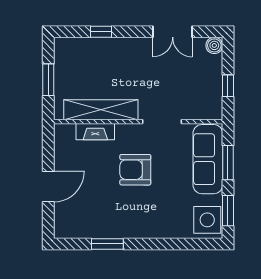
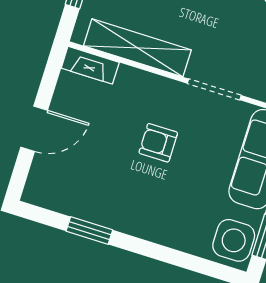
fireplace: (95, 132) -> (90, 65), moved
armchair: (135, 170) -> (158, 143), width x0.72, depth x0.72

